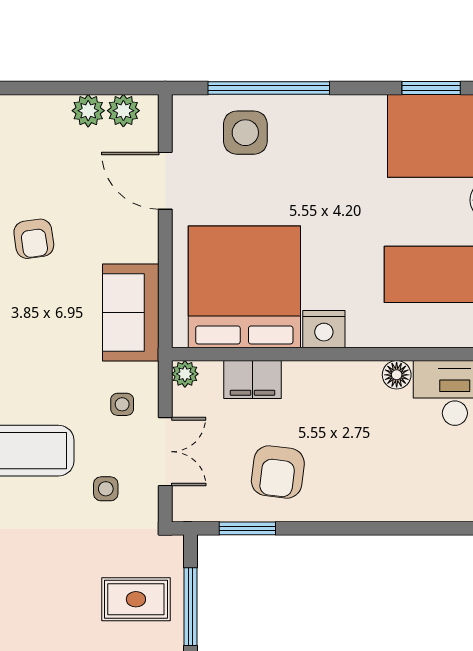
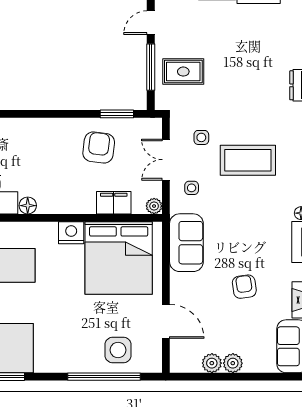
plant: (123, 111) -> (233, 363), moved

